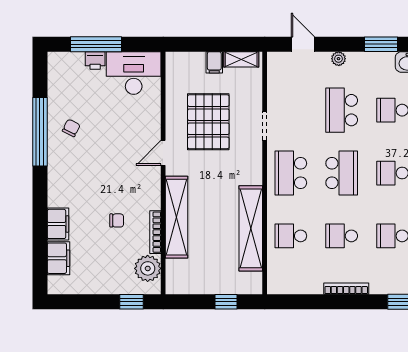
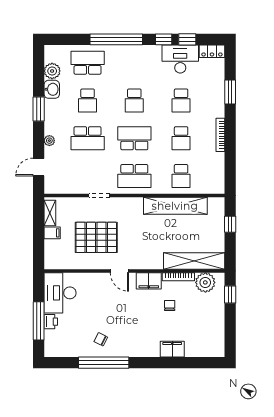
shelving: (177, 217) -> (194, 261), moved
filing cabinet: (58, 258) -> (149, 281), moved, turned 180

